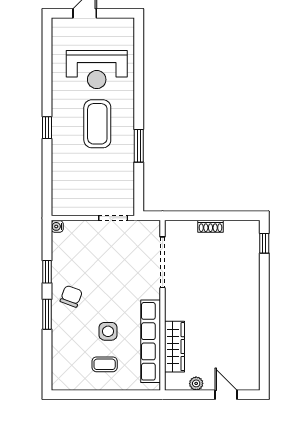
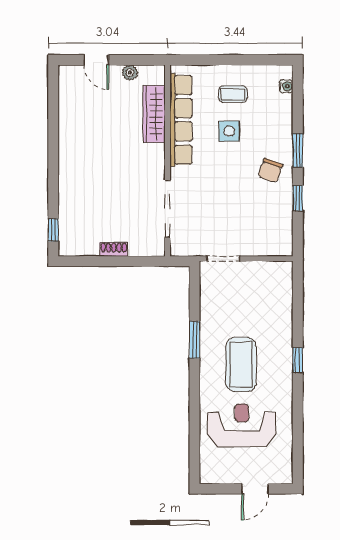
water cooler: (57, 226) -> (286, 86), moved

